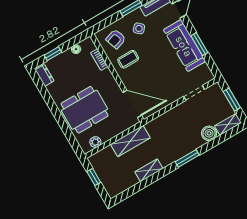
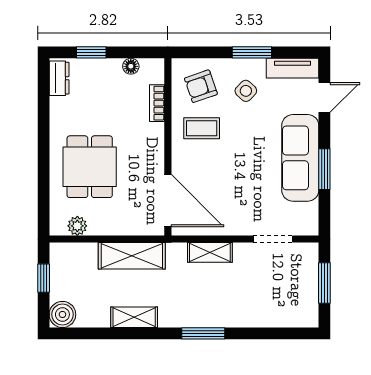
dining table: (85, 110) -> (90, 167), width x0.73
shelving: (228, 124) -> (210, 252), moved
boiler: (209, 133) -> (62, 314), moved

